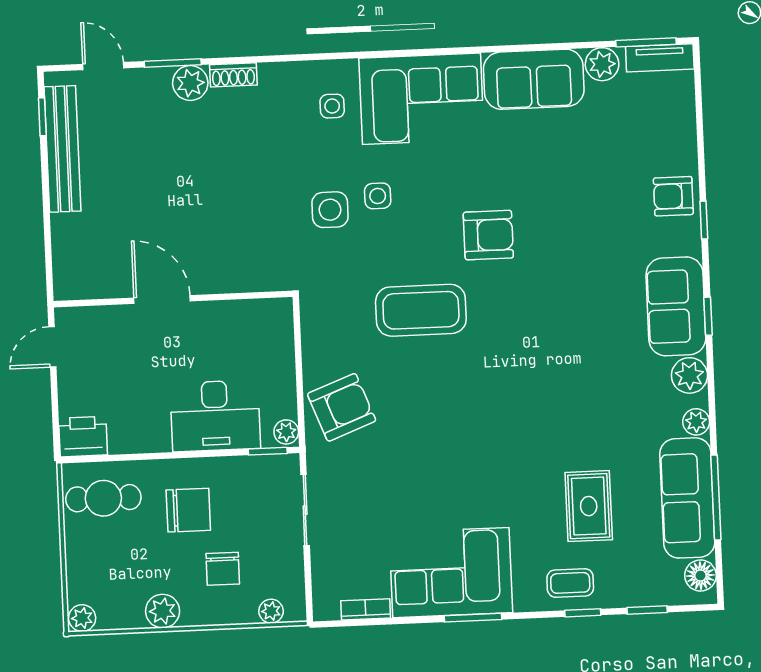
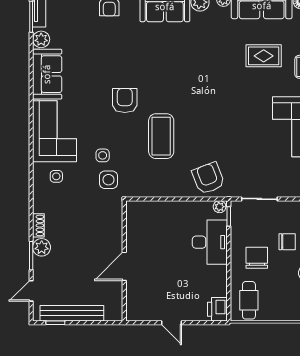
wall: (173, 299) -> (124, 261), moved
door: (162, 300) -> (124, 266), moved

